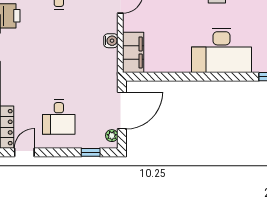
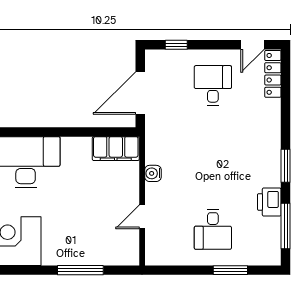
filing cabinet: (133, 52) -> (116, 149), moved, turned -90
plant: (112, 136) -> (152, 64), removed

